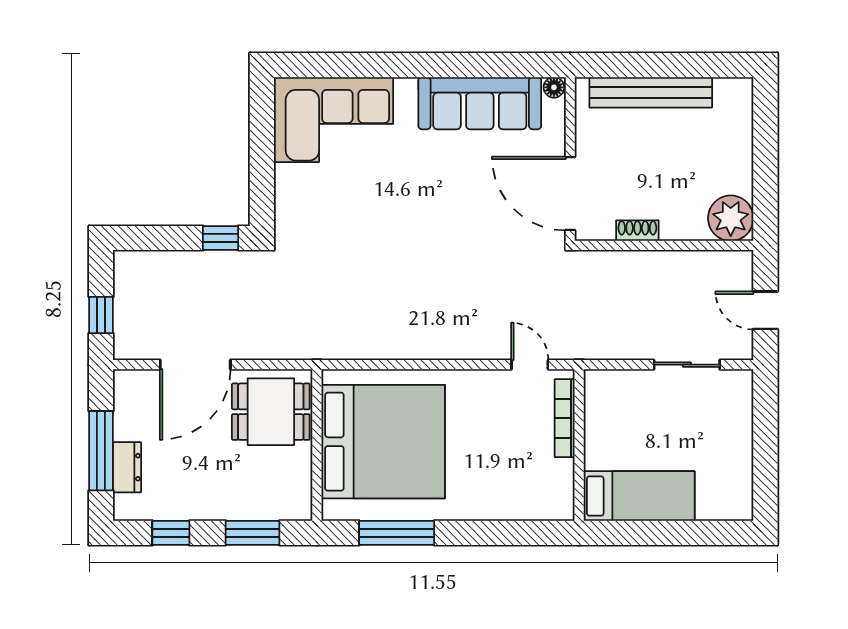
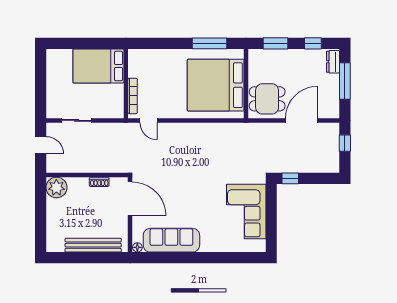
corner sofa: (333, 120) -> (246, 211), moved, turned -90
dresser: (127, 467) -> (333, 62), moved
bed: (639, 496) -> (98, 66), width x1.50

